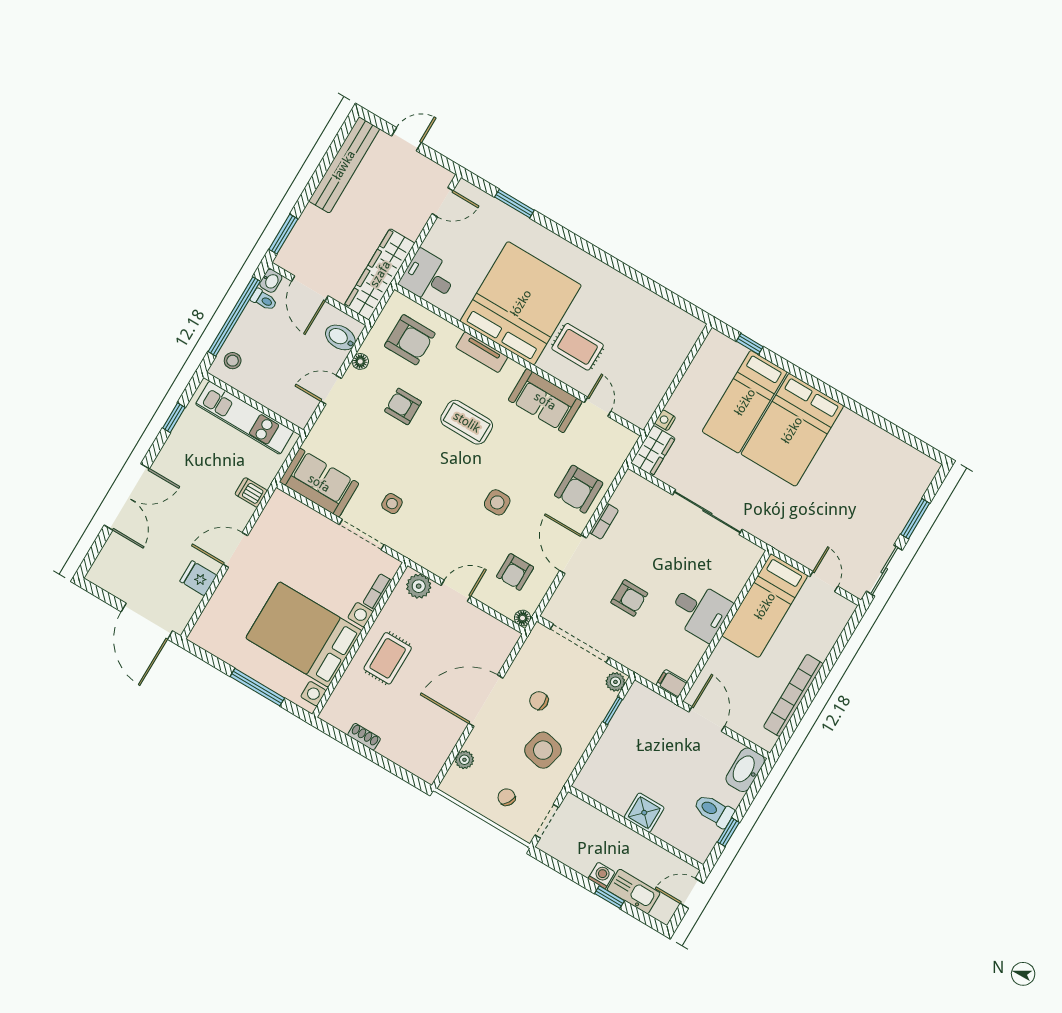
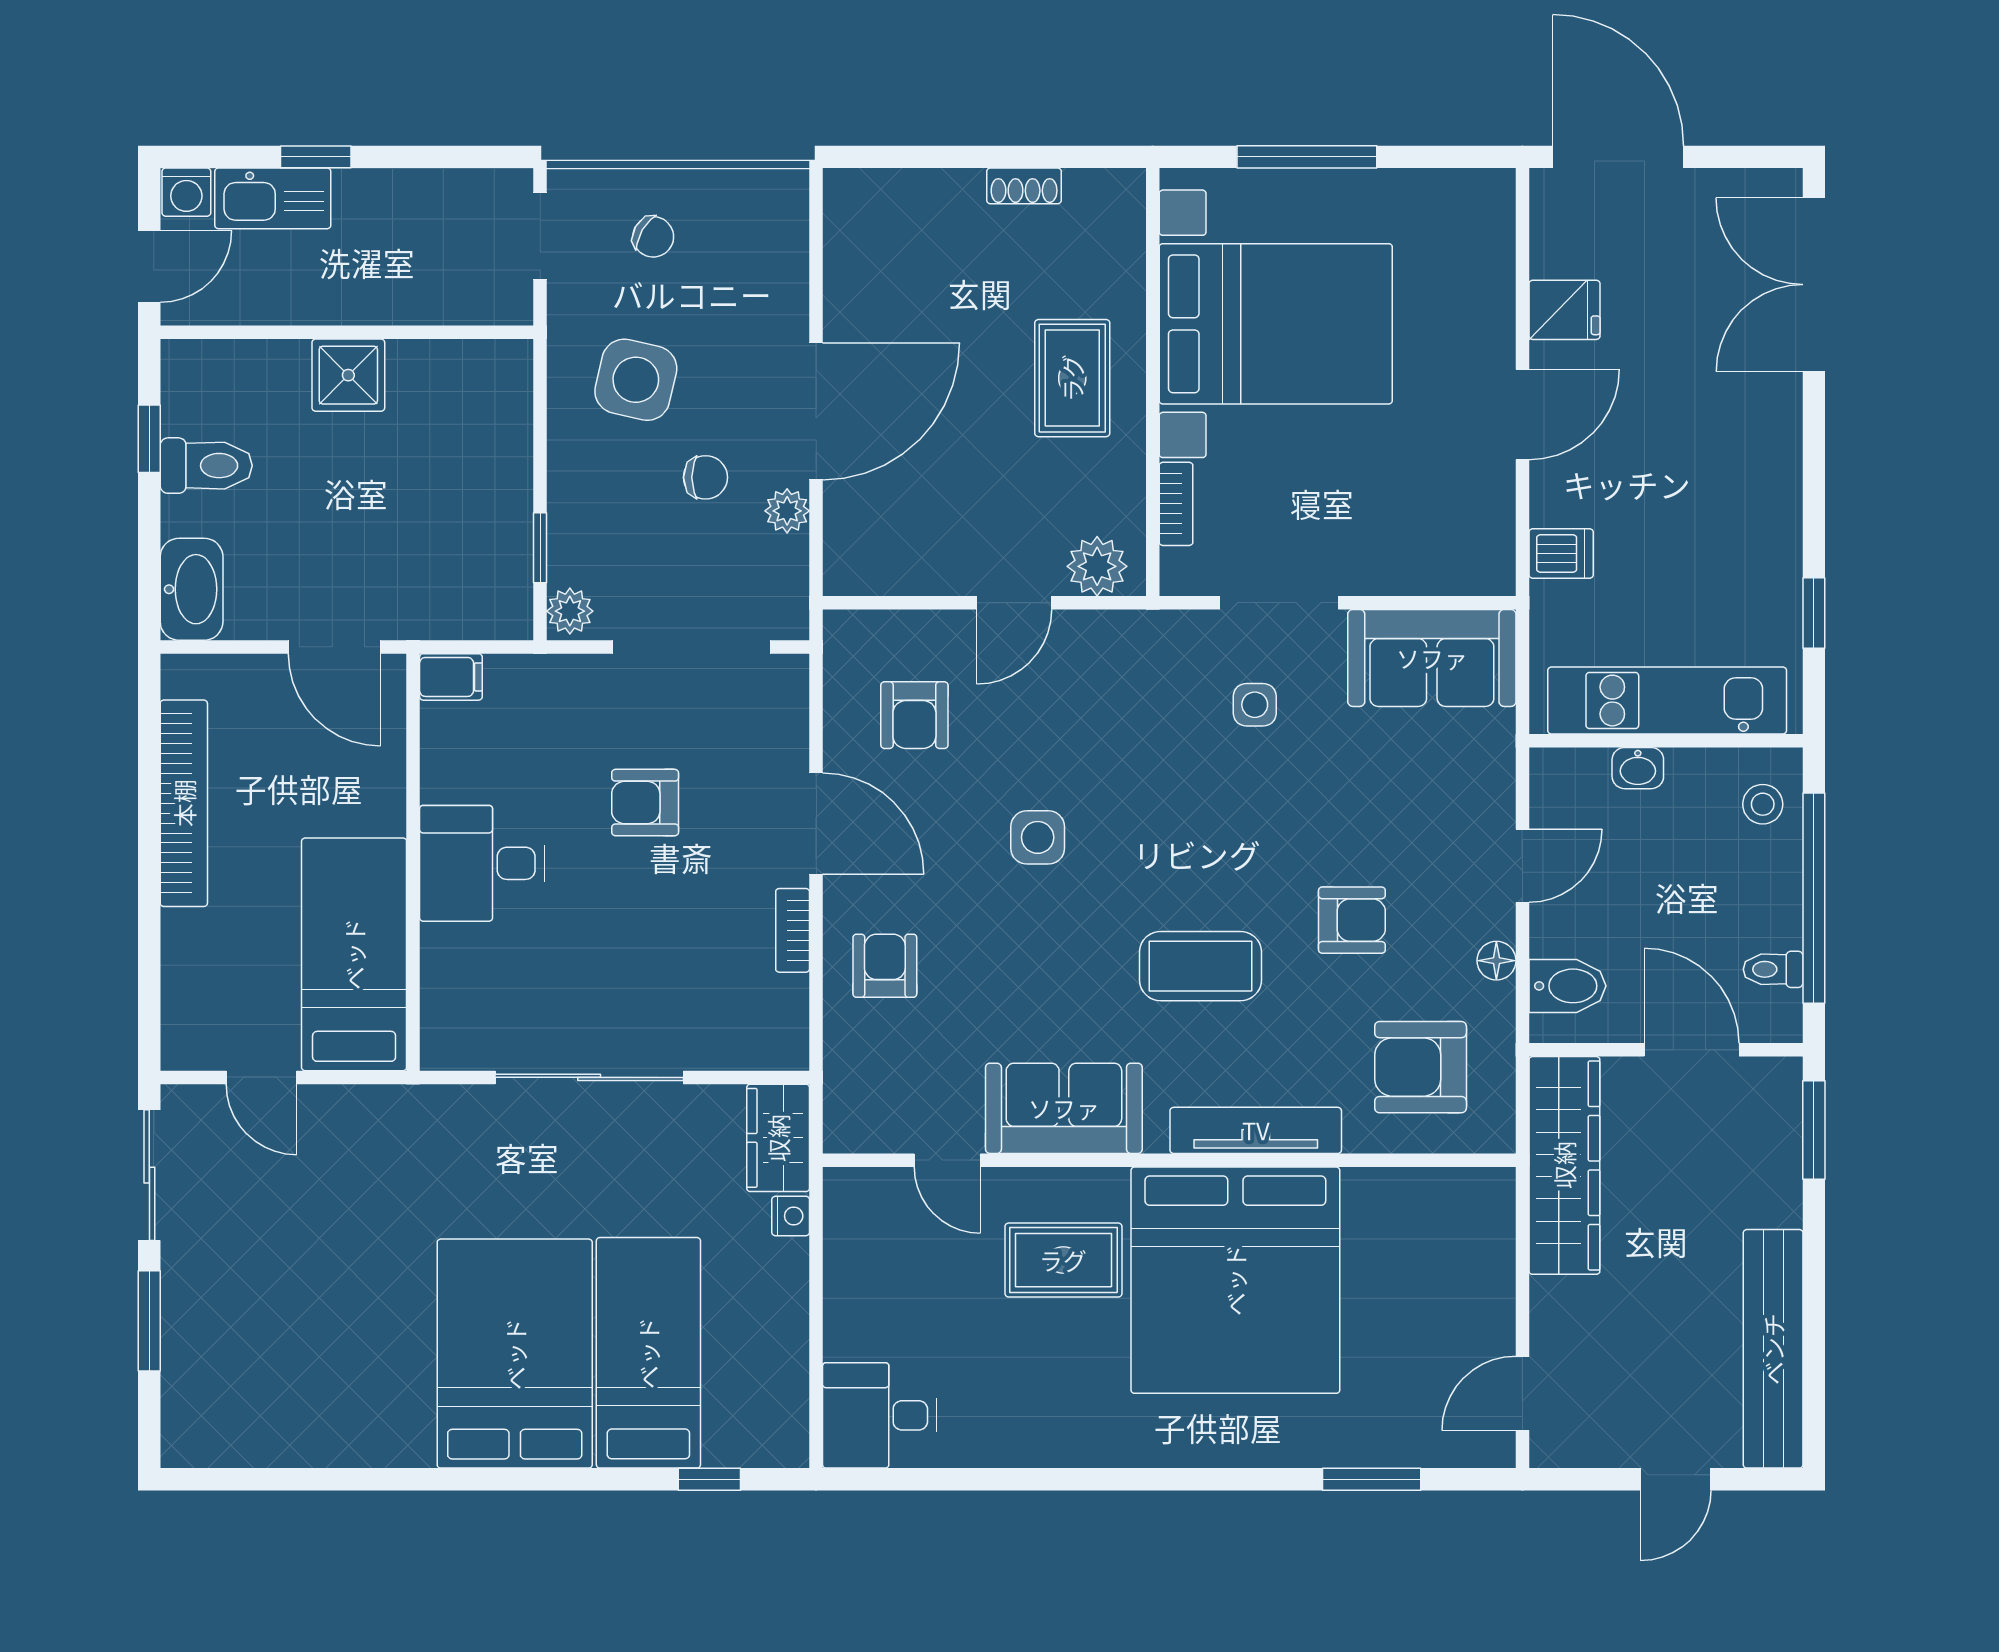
desk: (428, 277) -> (880, 1415), moved, turned 180
washbasin: (271, 281) -> (1638, 768), moved, turned -90
tv unit: (482, 352) -> (1256, 1130), width x1.41
armchair: (579, 489) -> (885, 966), width x0.72, depth x0.72
double door: (127, 497) -> (1814, 285), moved
armchair: (515, 572) -> (914, 715), turned 180
floor lamp: (523, 618) -> (842, 629), removed
plant: (464, 760) -> (787, 511), moved
washing machine: (602, 875) -> (186, 192), moved

